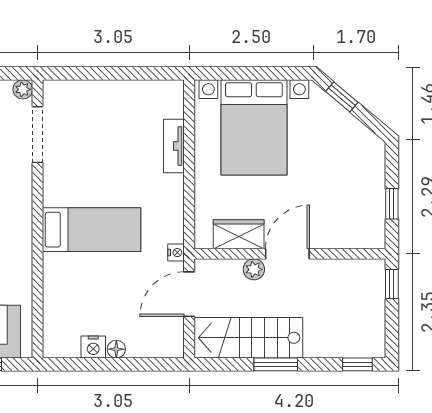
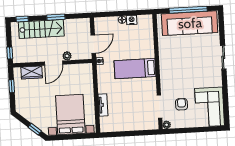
wardrobe: (239, 234) -> (32, 72), moved
stairs: (248, 338) -> (41, 29), moved

